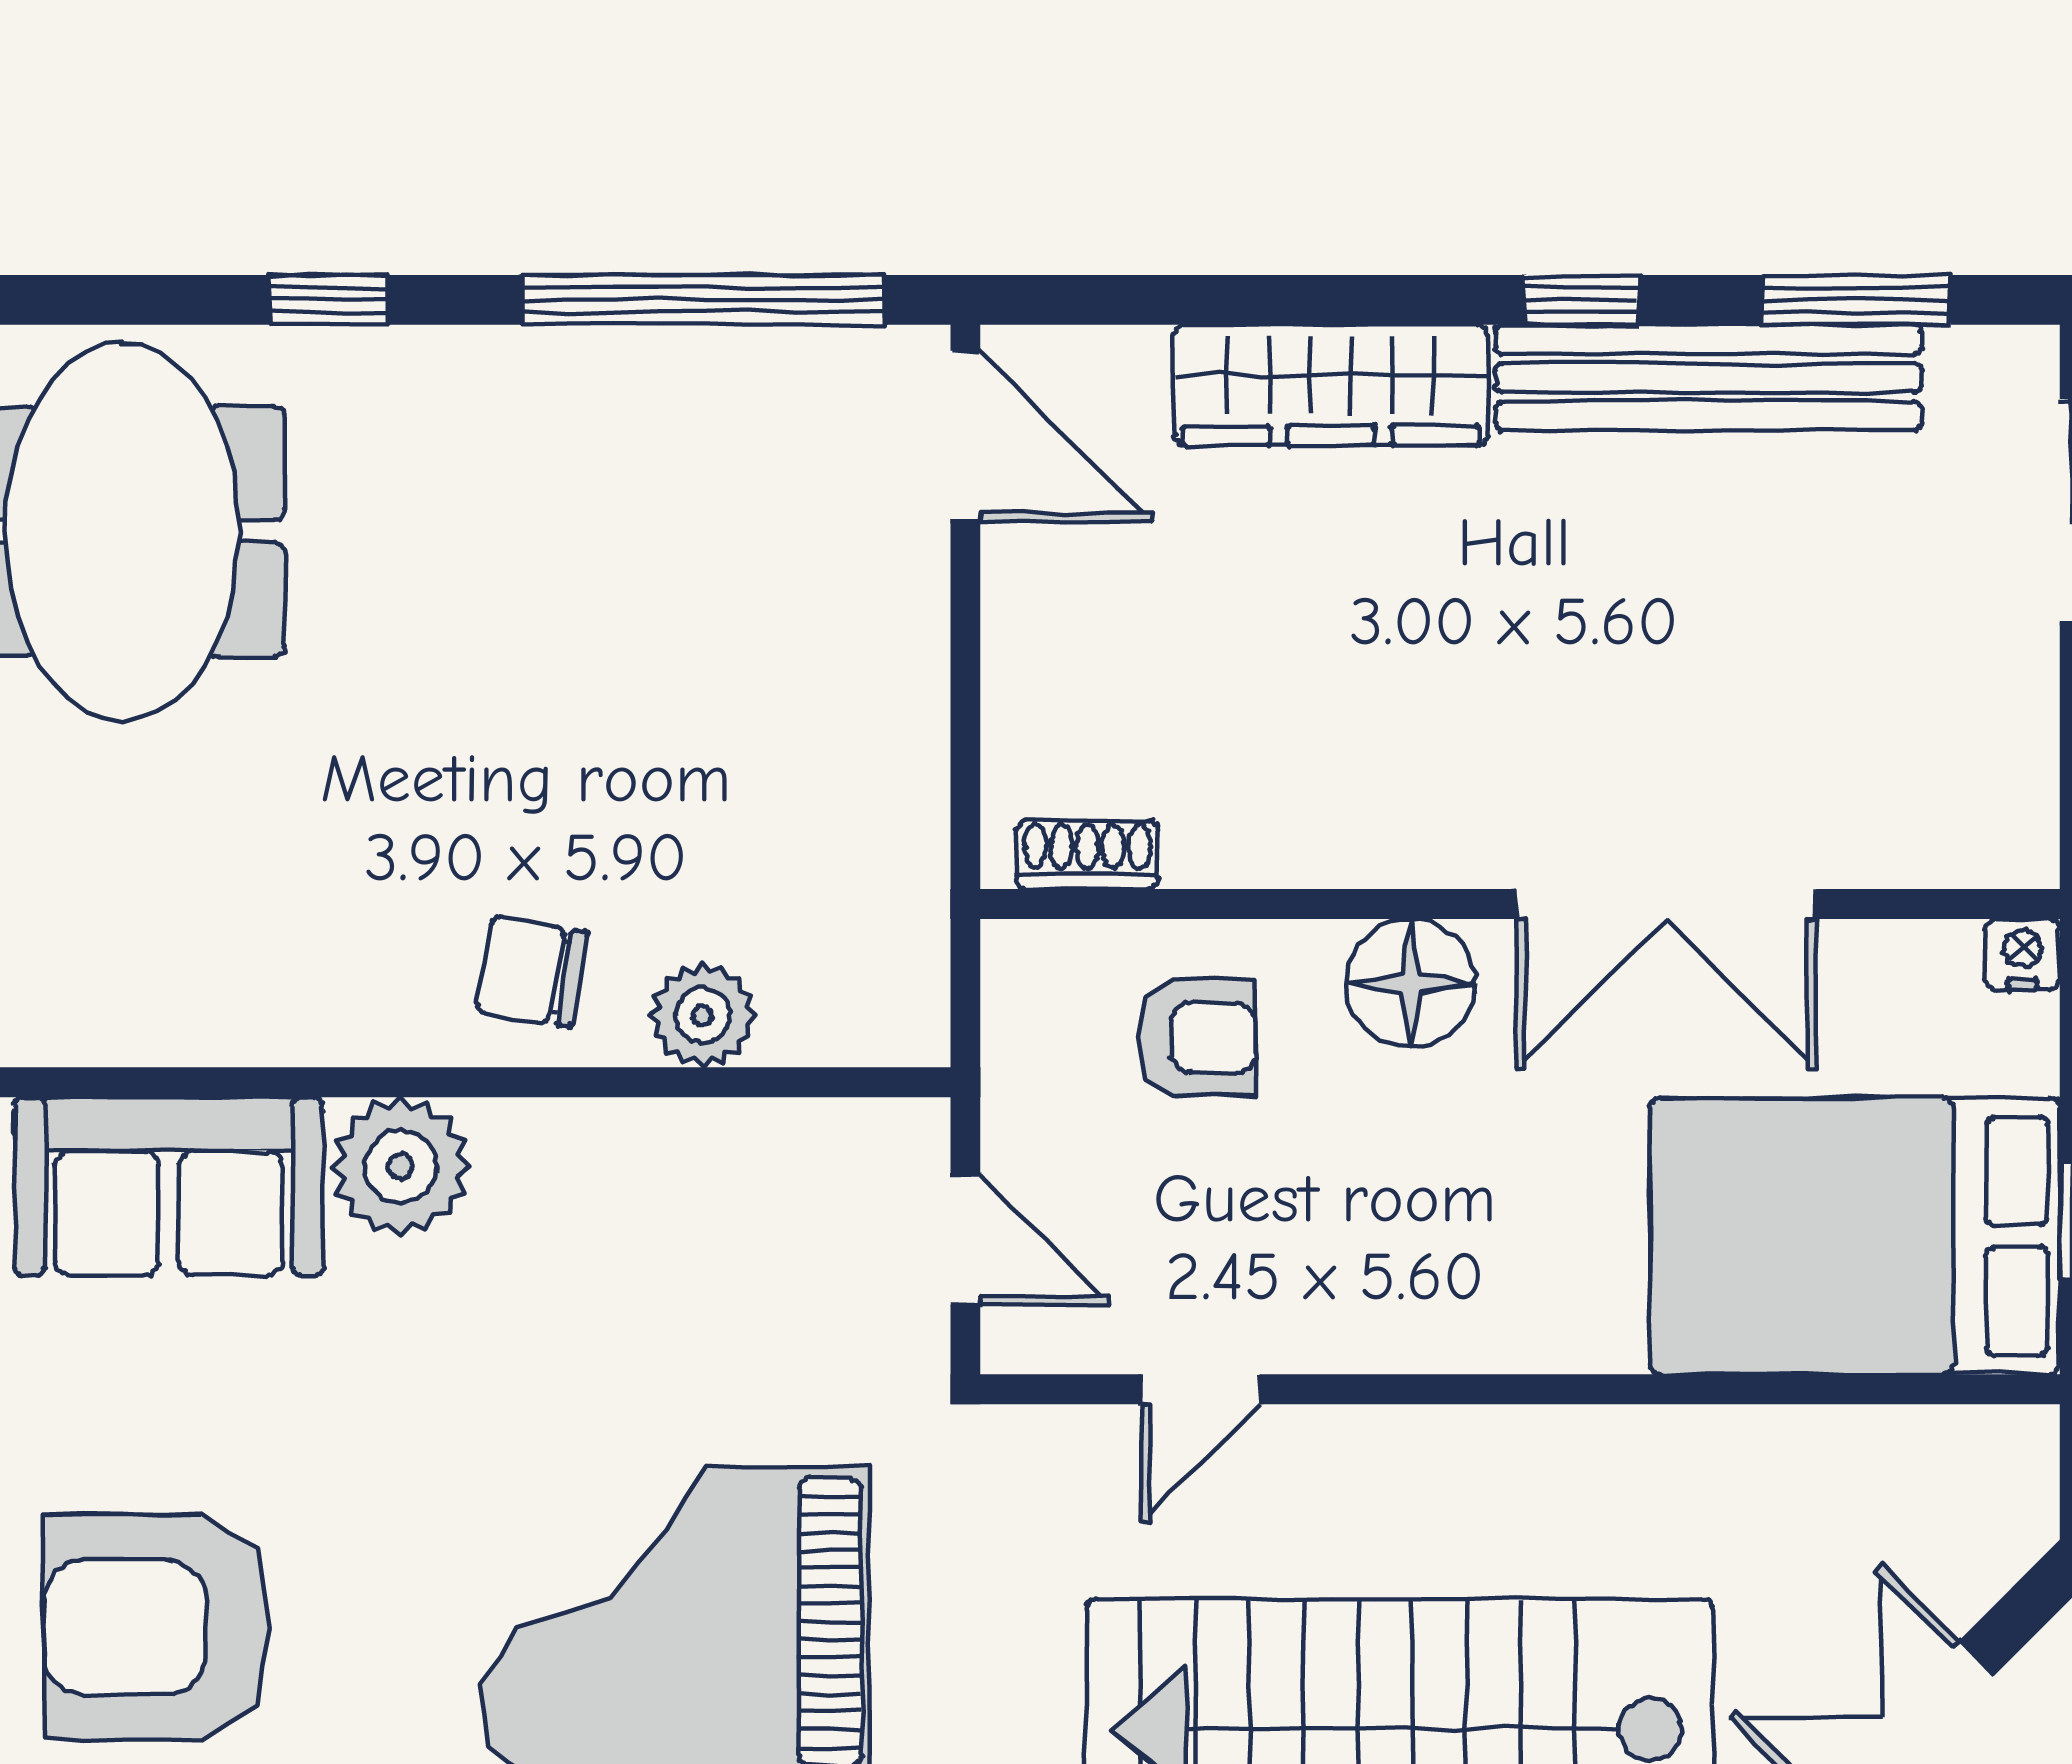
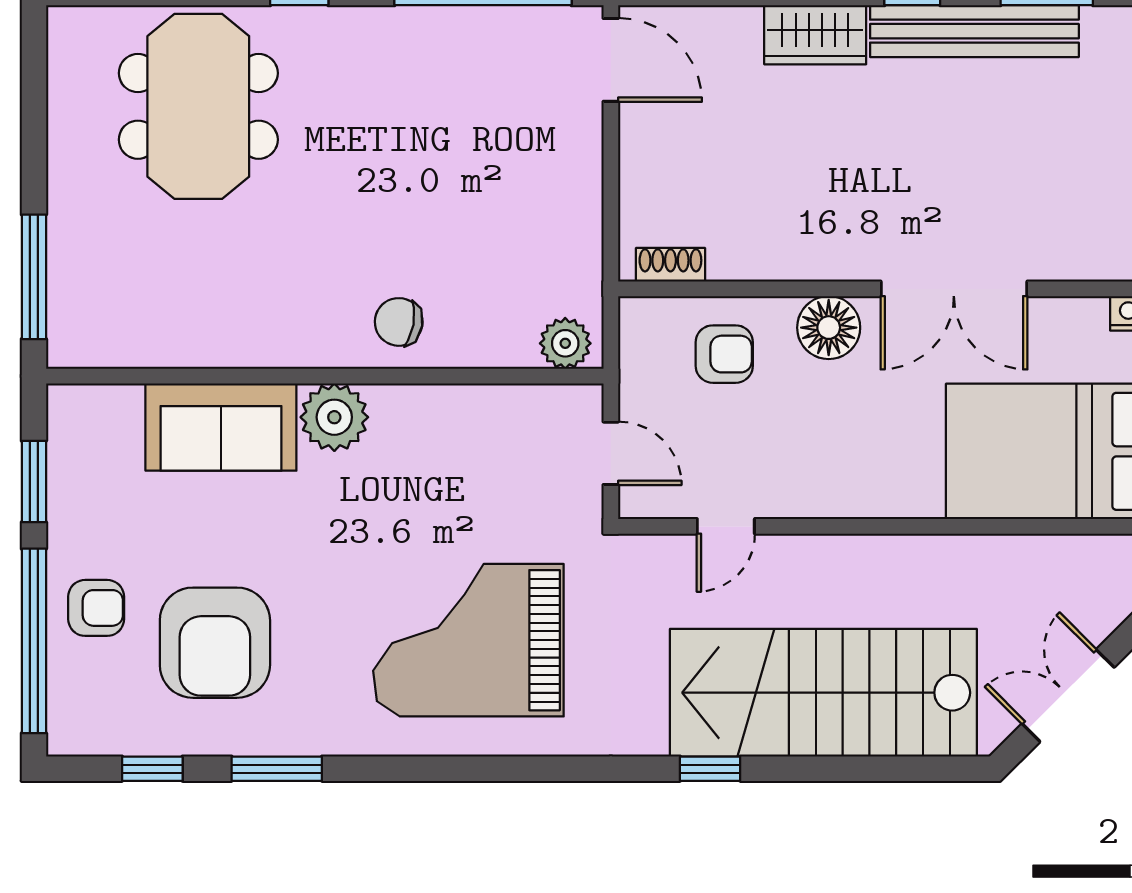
wardrobe: (1331, 385) -> (815, 35), width x0.67
plant: (703, 1015) -> (565, 343), moved
armchair: (156, 1627) -> (215, 643), turned -90

